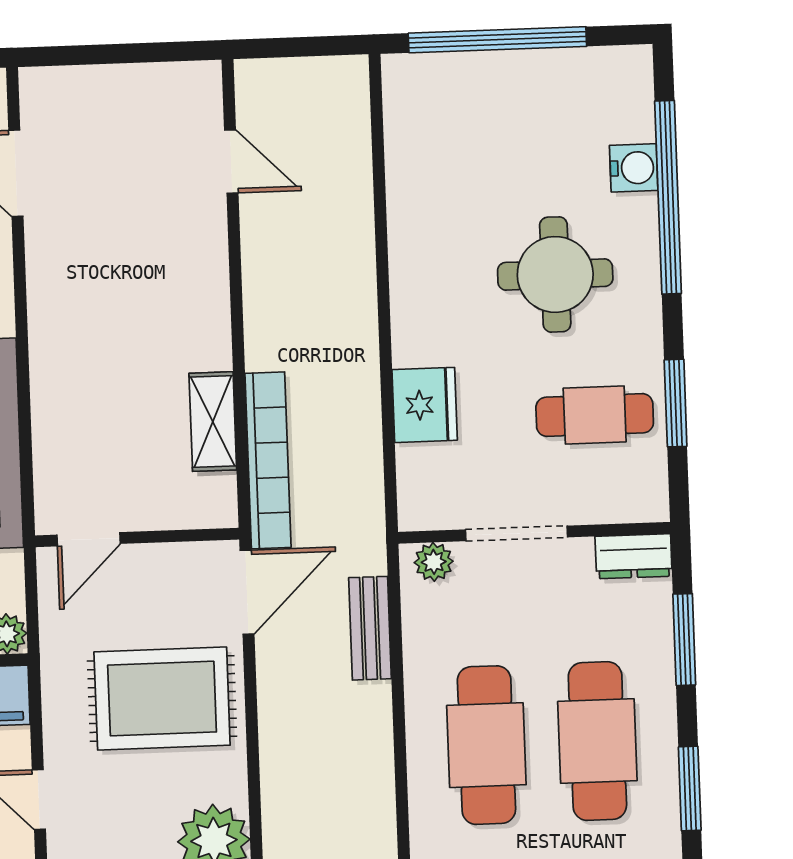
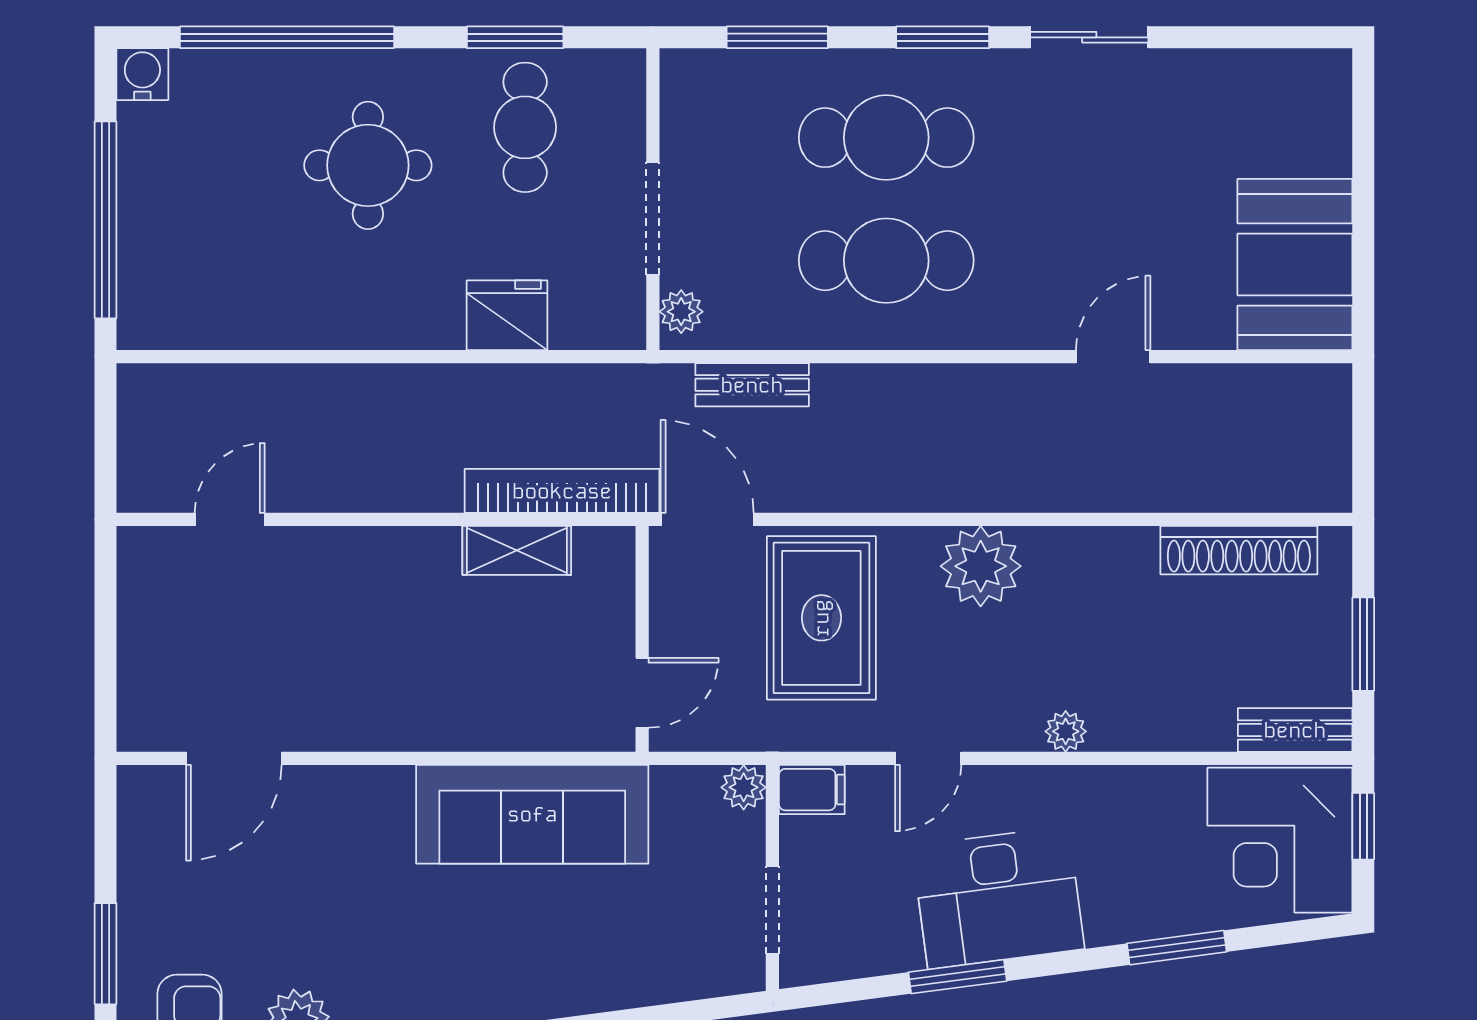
water cooler: (634, 168) -> (142, 74), moved
door: (89, 539) -> (642, 693), hinge flipped
dresser: (634, 556) -> (683, 90), removed

